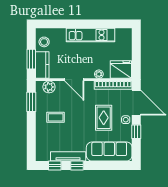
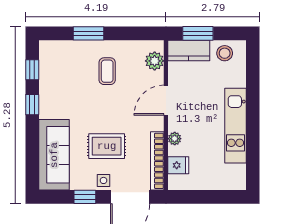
fridge: (121, 69) -> (178, 165), width x0.53, depth x0.75
window: (31, 102) -> (88, 33), moved
tv unit: (68, 156) -> (46, 91), removed

